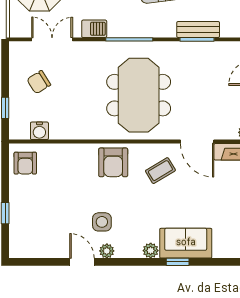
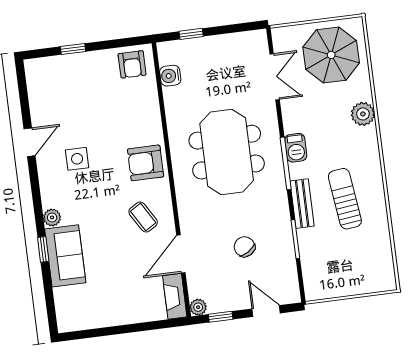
barbecue: (94, 29) -> (296, 148), moved
bench: (198, 29) -> (302, 204), moved
chair: (39, 82) -> (244, 247), moved
meeting table: (139, 95) -> (227, 152), moved, turned 90
armchair: (25, 163) -> (132, 64), turned -90
plant: (107, 251) -> (45, 168), removed

